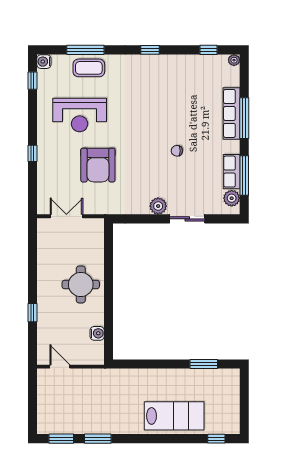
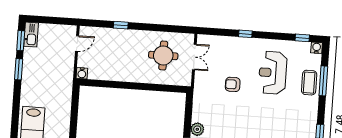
armchair: (98, 165) -> (233, 84), width x0.53, depth x0.53
round table: (81, 284) -> (163, 55), moved
water cooler: (97, 333) -> (82, 73), moved
kitchen sink: (52, 426) -> (31, 35), added

